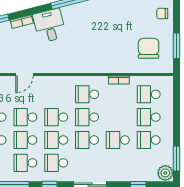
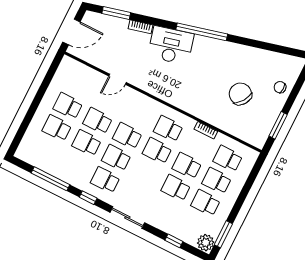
desk: (49, 26) -> (171, 45), width x1.37
chair: (149, 48) -> (240, 94), moved, turned -56
school desk: (87, 140) -> (187, 166), moved
school desk: (25, 163) -> (75, 165), removed

